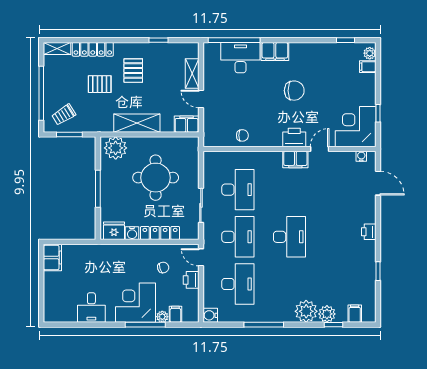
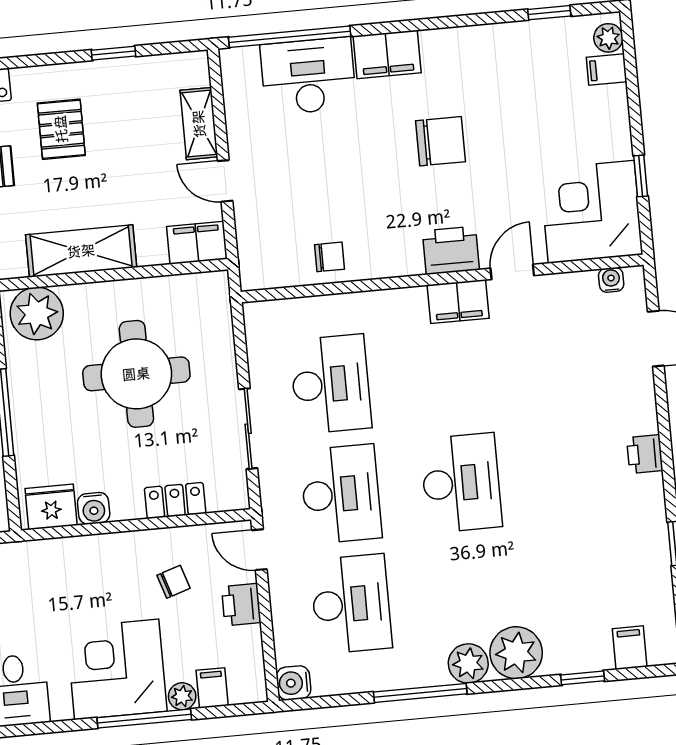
locker: (160, 233) -> (175, 500), width x0.66
plant: (327, 314) -> (468, 663), moved

